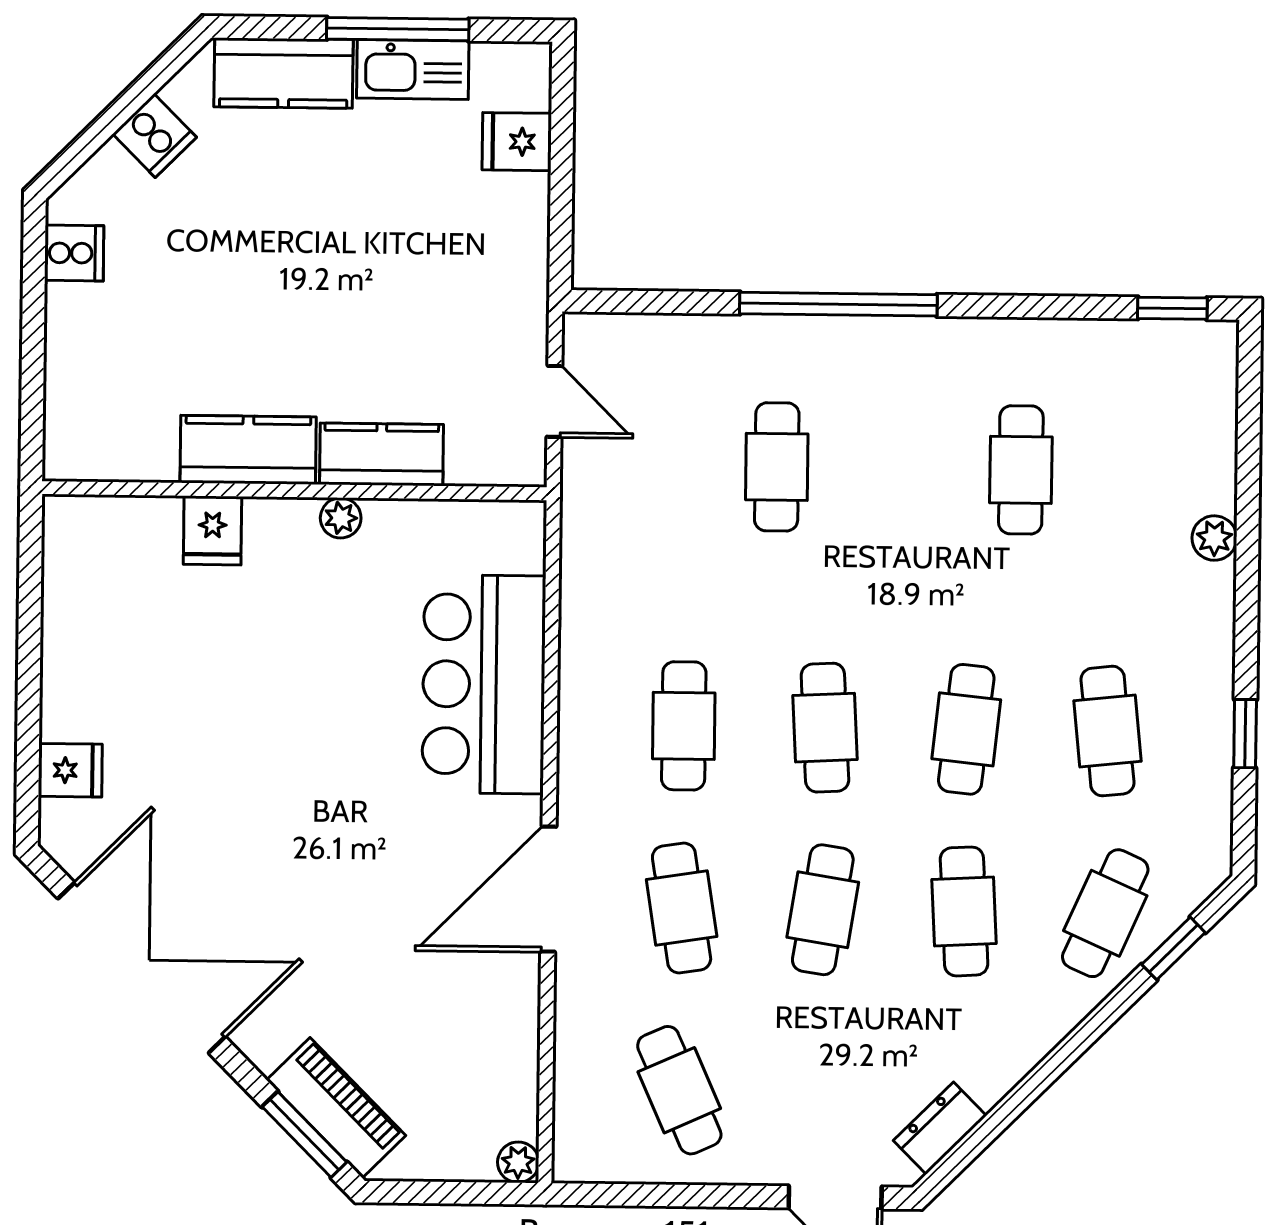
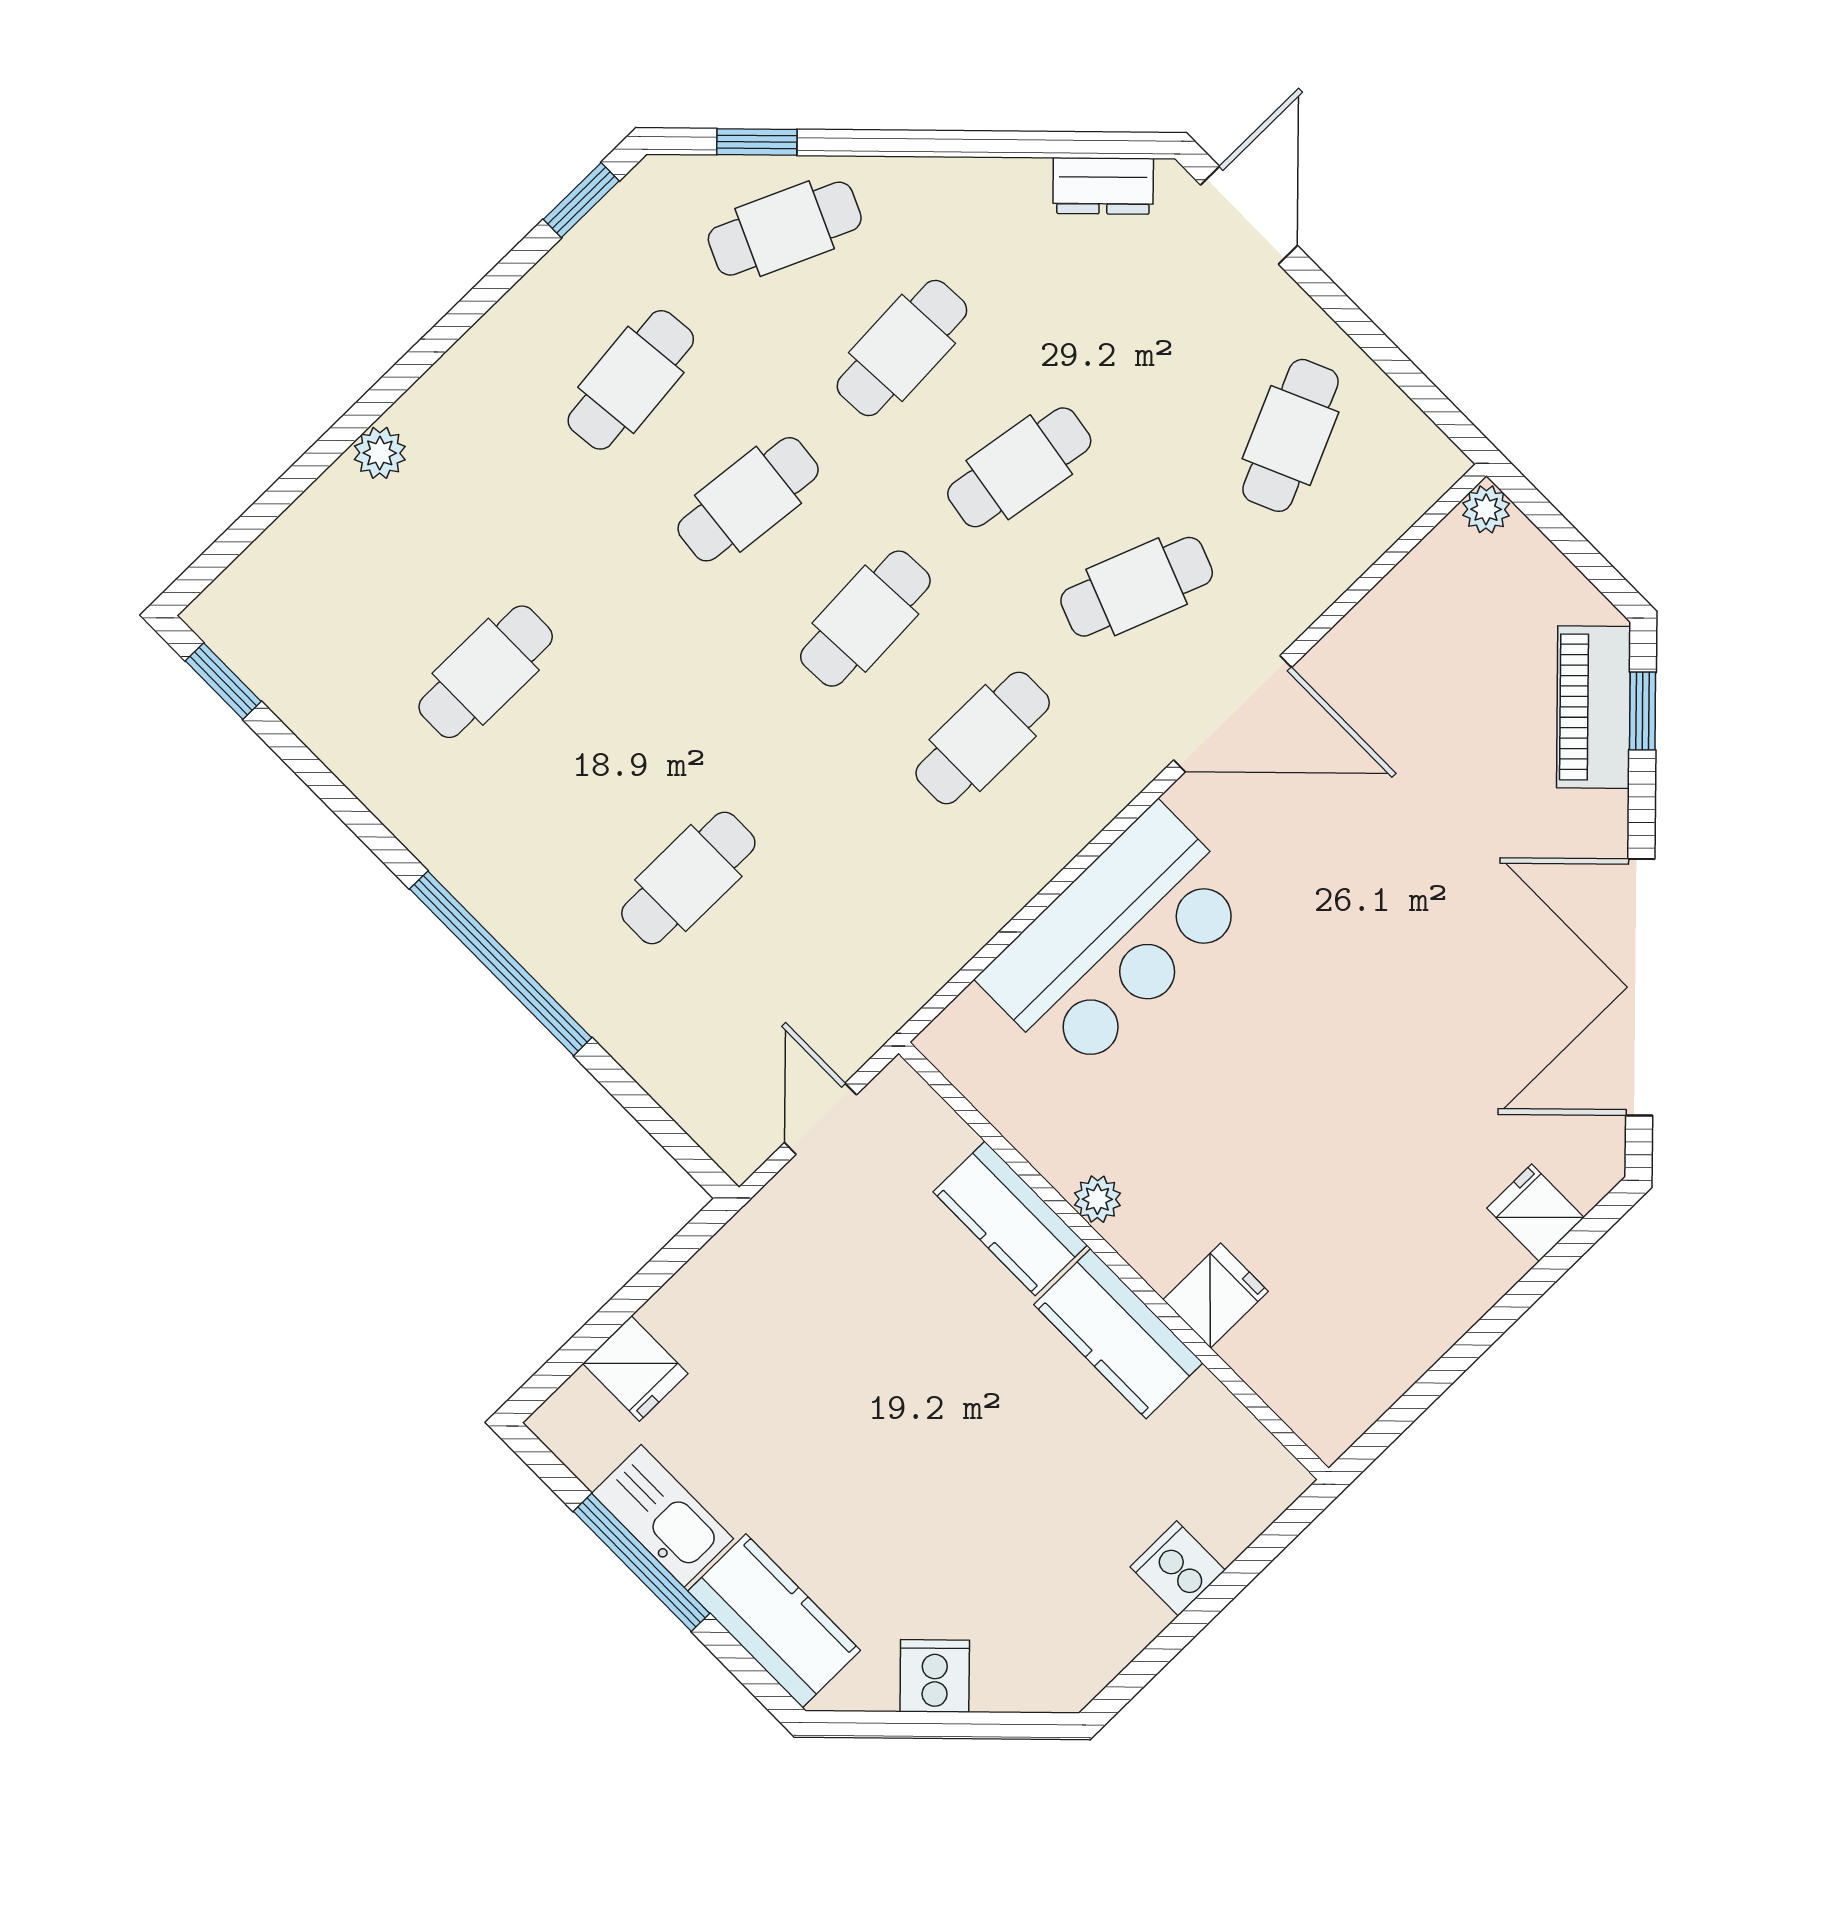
cooker: (74, 253) -> (1178, 1568), moved
window: (1245, 734) -> (581, 200), moved
cafe table: (682, 908) -> (1137, 587), turned 30
window: (304, 1135) -> (1643, 711), width x0.67

